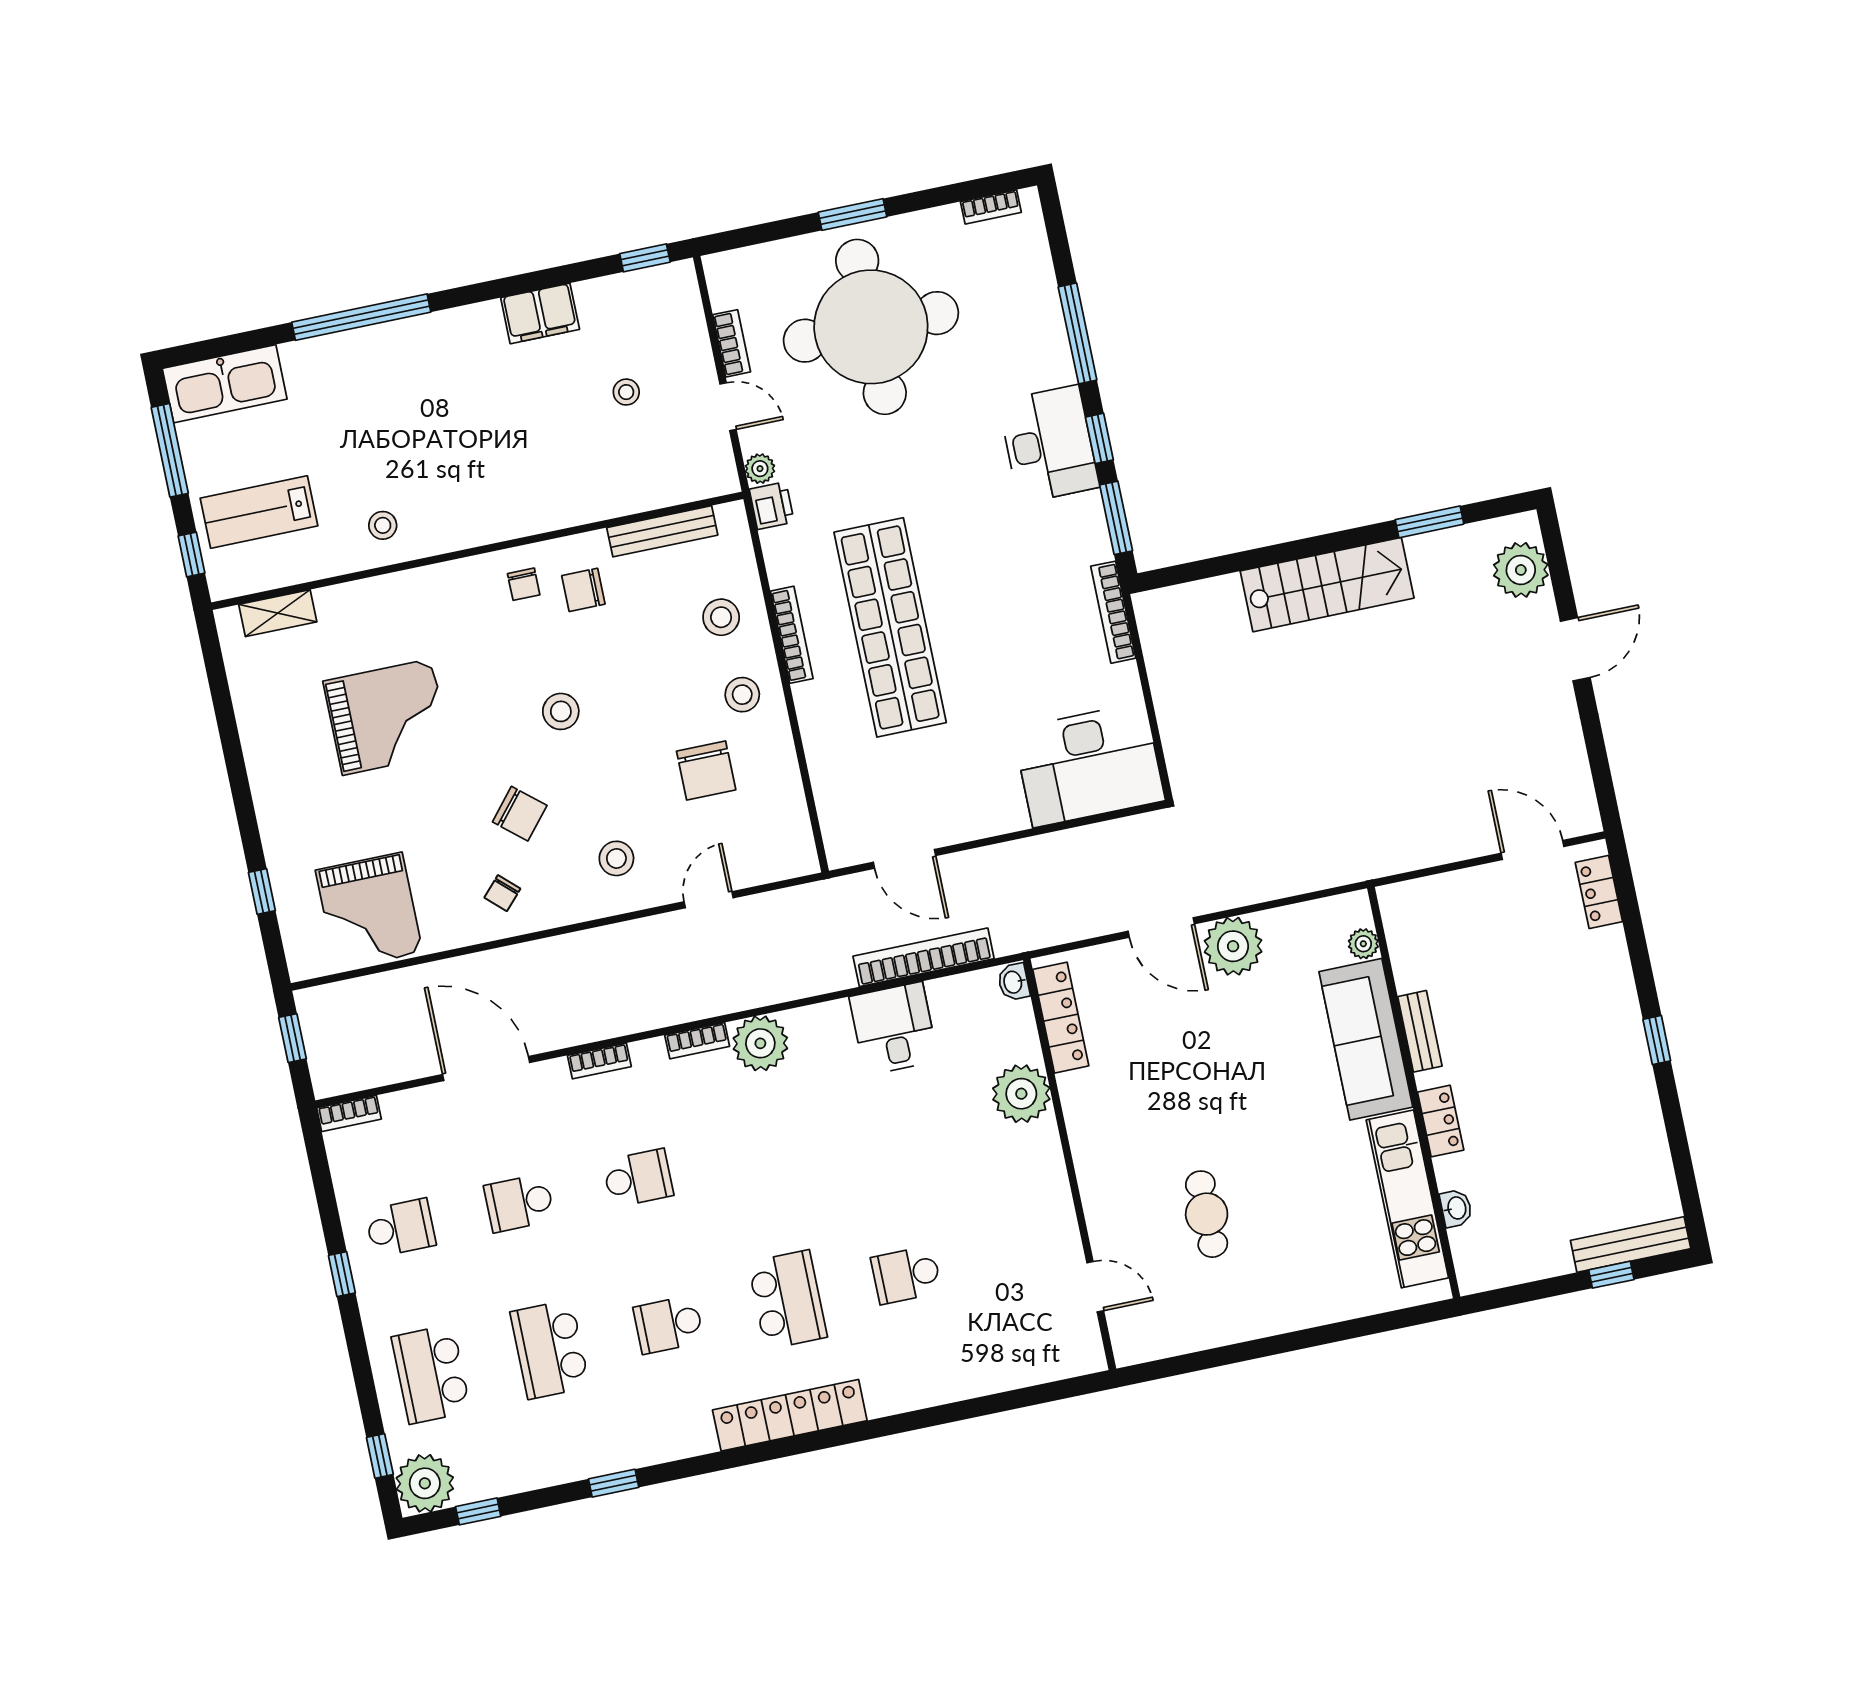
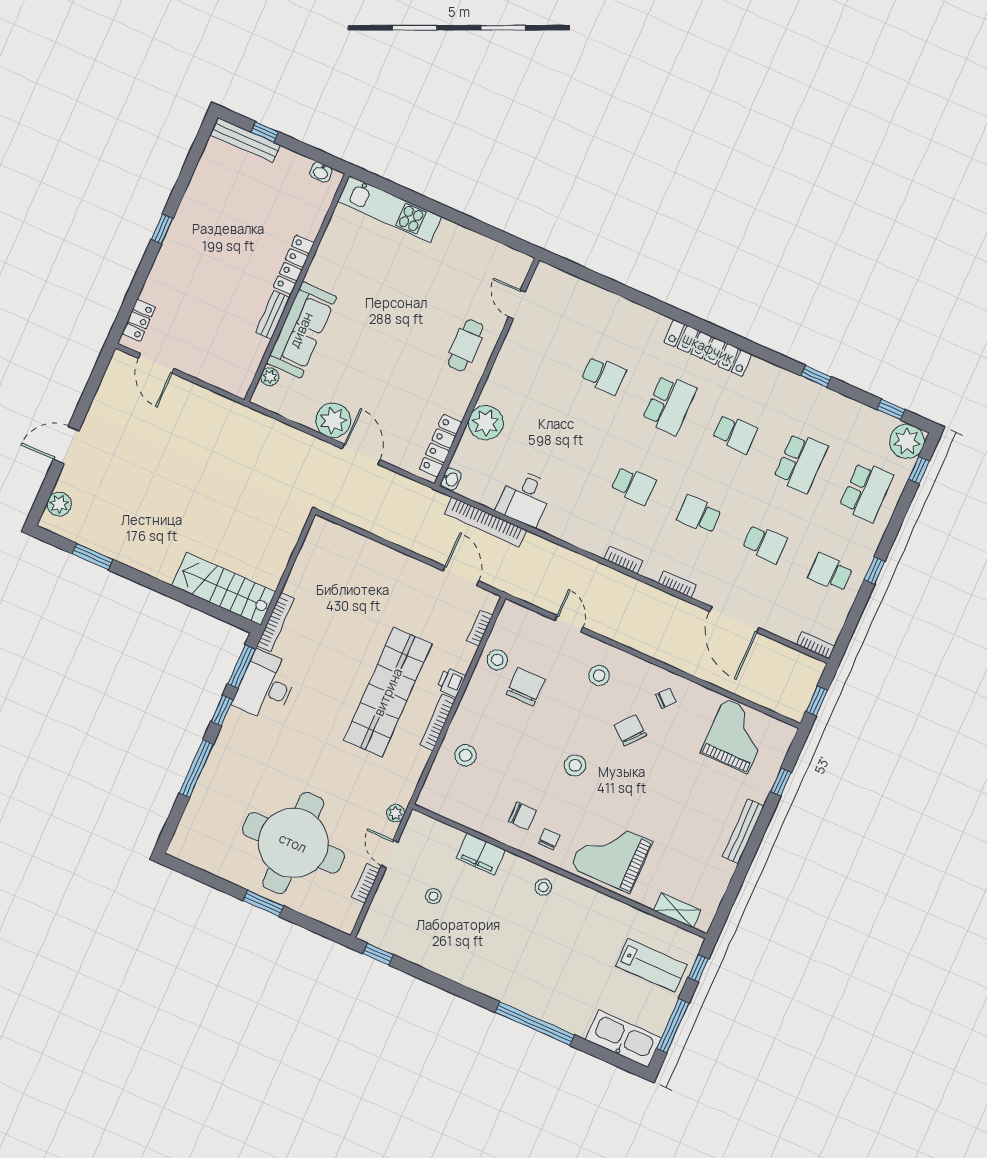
bookcase: (991, 207) -> (480, 628), moved, turned -90
filing cabinet: (540, 313) -> (481, 854), moved, turned 180
desk: (1049, 444) -> (266, 686), moved
printer: (772, 506) -> (451, 682), moved
stool: (383, 525) -> (543, 887), moved
bench: (662, 531) -> (743, 831), moved, turned 90
plant: (1521, 570) -> (59, 504), width x0.73, depth x0.73
stairs: (1327, 585) -> (224, 589), moved
stool: (742, 695) -> (497, 660), moved
grand piano: (387, 717) -> (611, 855), moved
desk: (1089, 765) -> (340, 557), removed
door: (709, 900) -> (569, 624), swing flipped
plant: (760, 1043) -> (594, 537), removed
locker: (1441, 1121) -> (294, 265), width x1.53
school desk: (757, 1153) -> (633, 485), added
kitchen unit: (1407, 1199) -> (390, 209), moved, turned 90
washbasin: (1456, 1208) -> (321, 172), moved, turned -90
cafe table: (1207, 1214) -> (466, 345), moved
school desk: (787, 1300) -> (669, 404), turned 180

